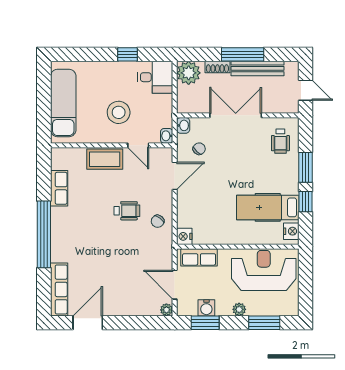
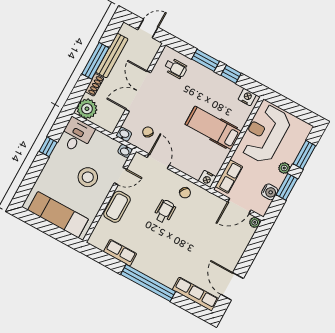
hospital bed: (268, 207) -> (213, 128), moved, turned 90
window: (205, 323) -> (287, 187), moved

